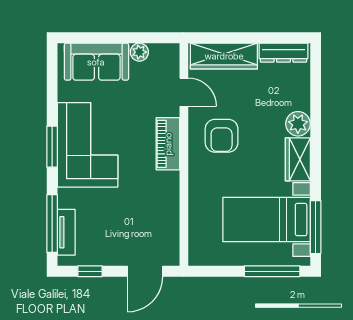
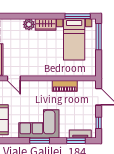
door: (184, 92) -> (14, 78), swing flipped
armchair: (222, 136) -> (34, 61), removed
piano: (168, 144) -> (65, 86), moved
window: (52, 224) -> (76, 141), width x0.69

